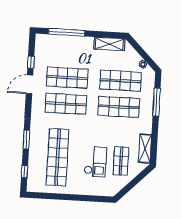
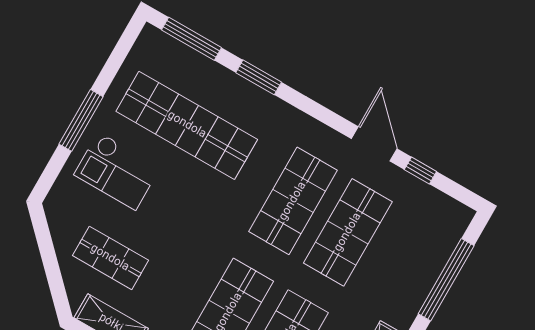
checkout: (95, 162) -> (117, 171), moved
window: (24, 172) -> (191, 39), width x2.17
window: (75, 197) -> (81, 120), added

